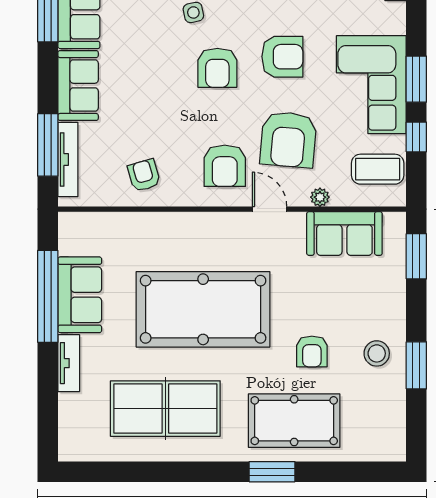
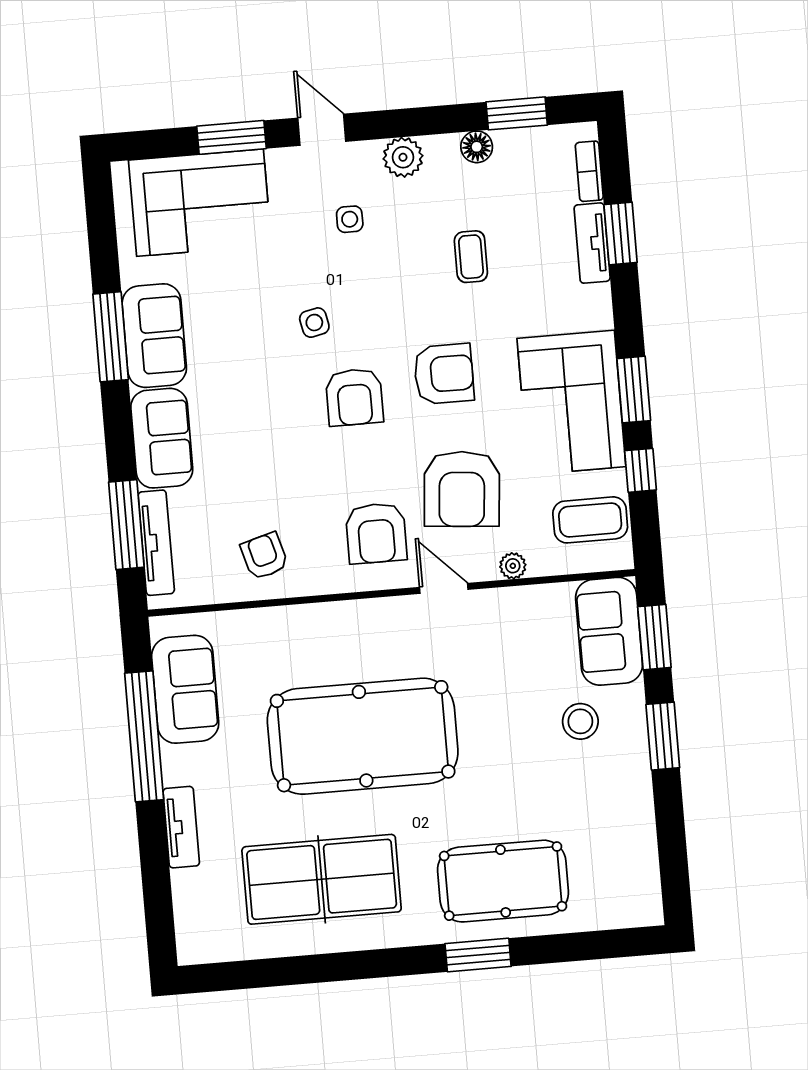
sofa: (344, 234) -> (609, 631), moved, turned 90
sofa: (80, 295) -> (185, 689), moved
armchair: (312, 351) -> (520, 782), removed
stool: (377, 353) -> (580, 721), moved
window: (416, 365) -> (663, 736), moved

